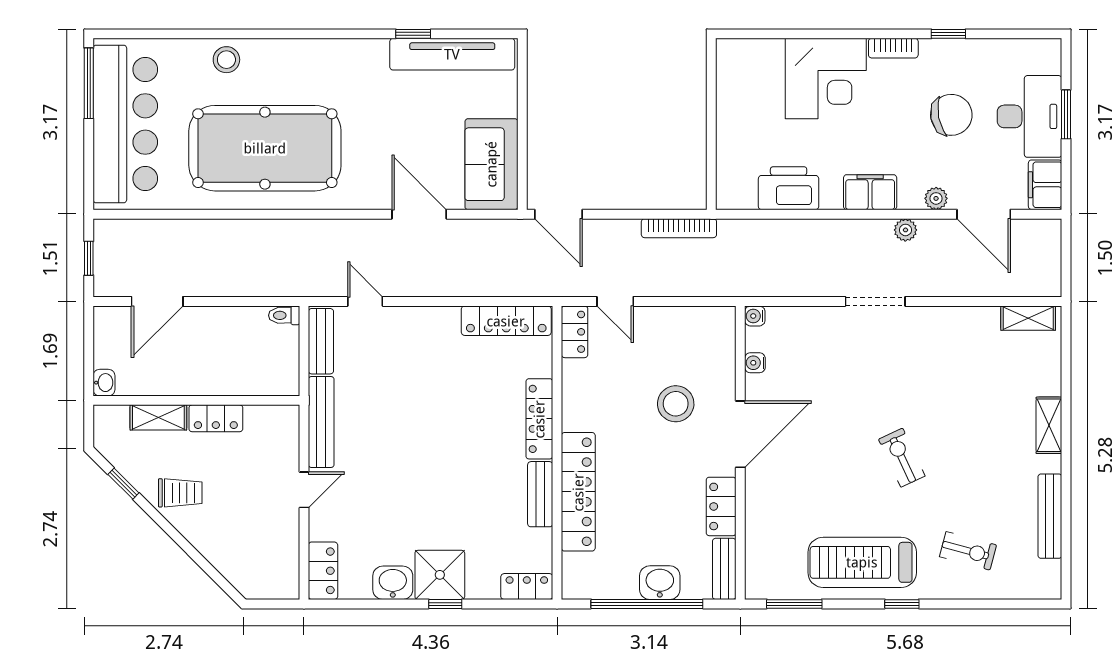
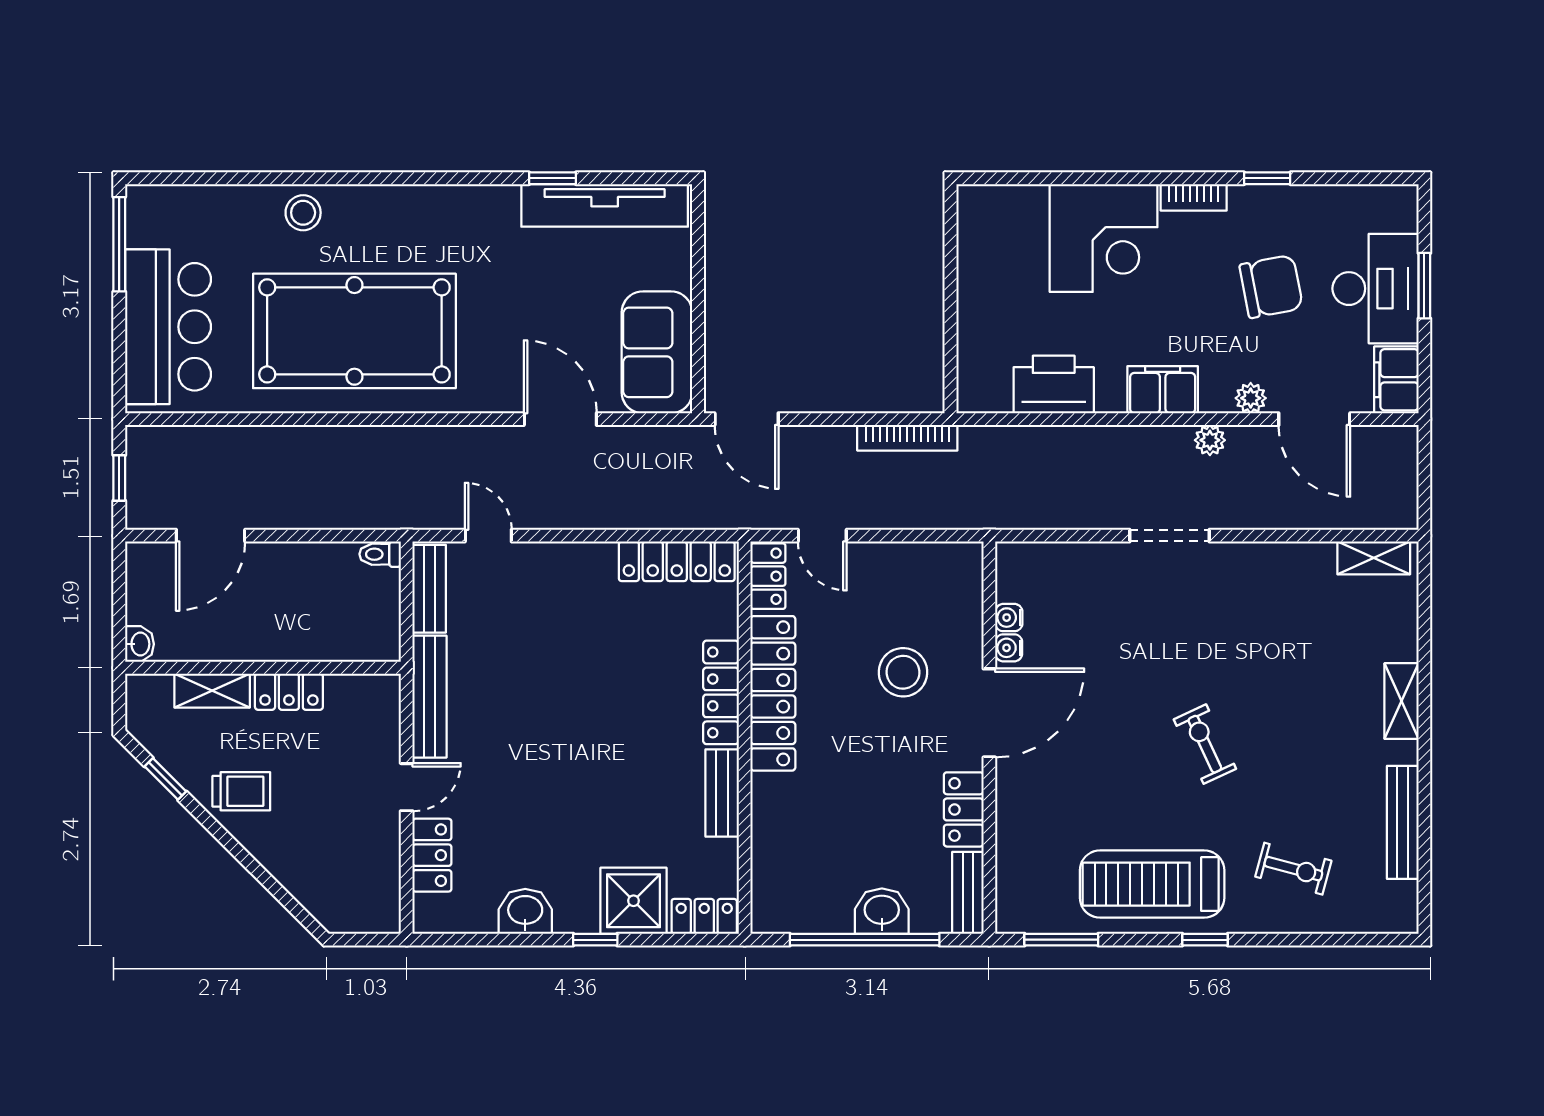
bar counter: (125, 124) -> (168, 327), width x0.73
water cooler: (755, 316) -> (1009, 648), moved
locker: (578, 492) -> (773, 693), moved
locker: (323, 571) -> (432, 855), moved
shower: (440, 575) -> (633, 901), moved

